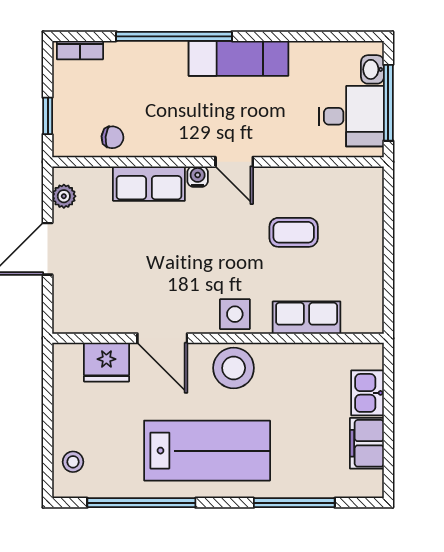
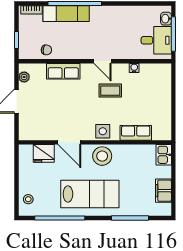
exam couch: (239, 58) -> (66, 14), moved
water cooler: (198, 177) -> (134, 68), moved
coffee table: (294, 232) -> (110, 91), moved
kitchen sink: (368, 393) -> (164, 155), moved

